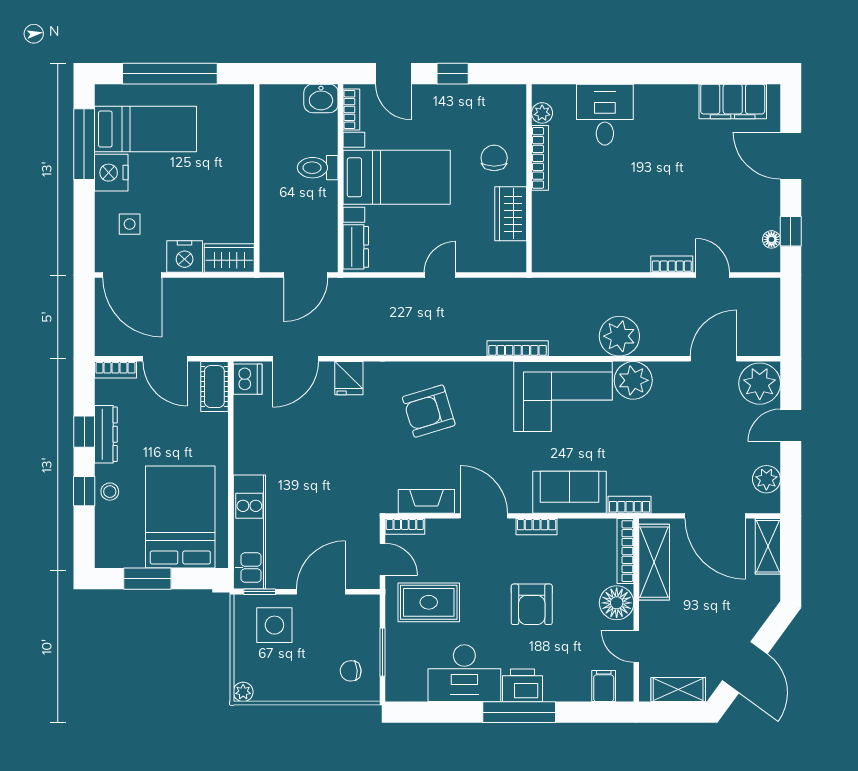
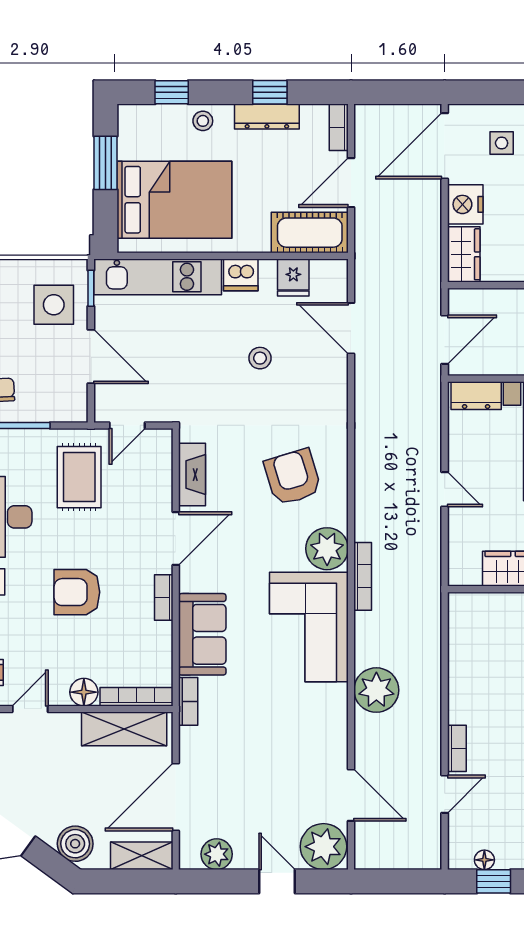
door: (306, 275) -> (445, 340), swing flipped
fridge: (349, 378) -> (293, 277), moved, turned -90
dishwasher: (248, 379) -> (241, 275), moved
plant: (633, 380) -> (327, 549), moved
cot: (214, 387) -> (310, 233), width x1.37, depth x1.34
stool: (322, 440) -> (260, 358), added
window: (84, 491) -> (172, 92), moved
bookcase: (405, 526) -> (164, 450), removed
floor lamp: (617, 603) -> (84, 692), width x0.73, depth x0.73
boiler: (757, 606) -> (75, 844), added

